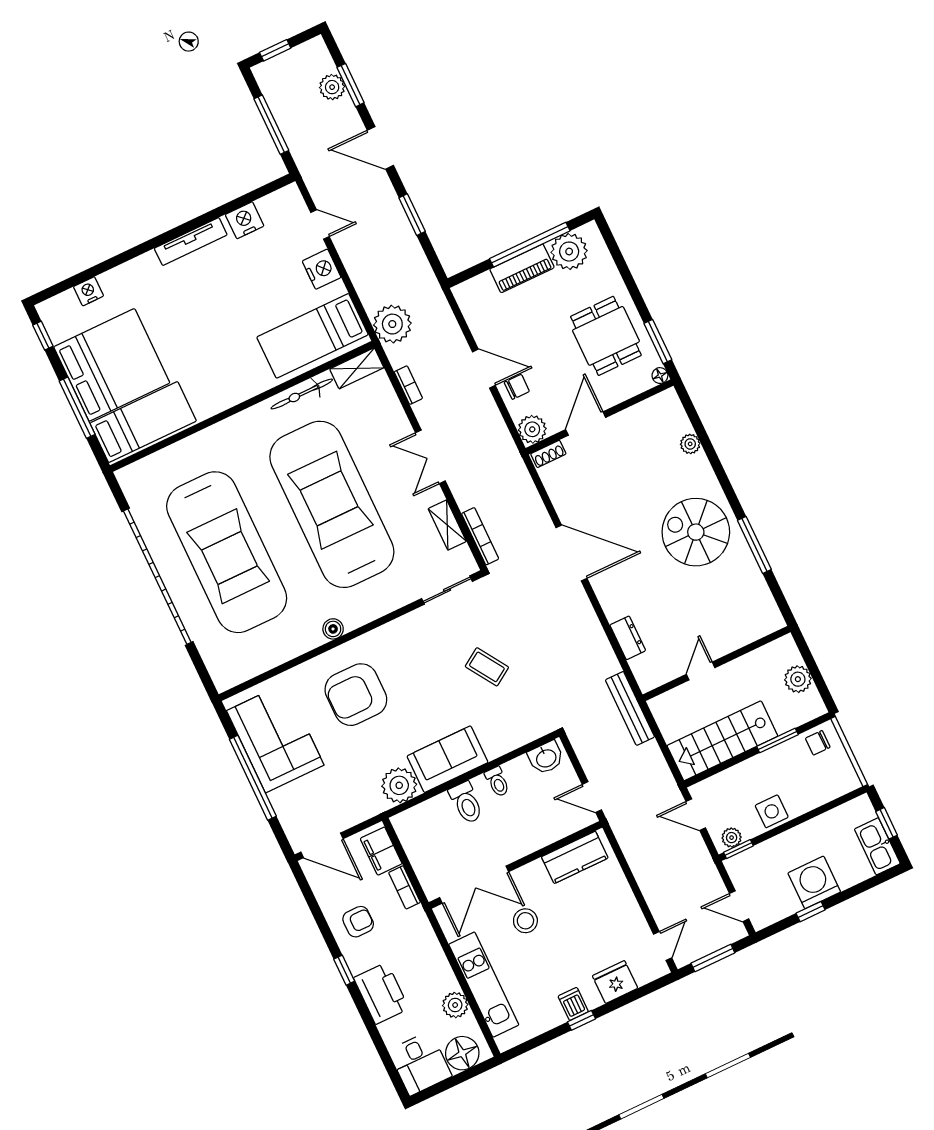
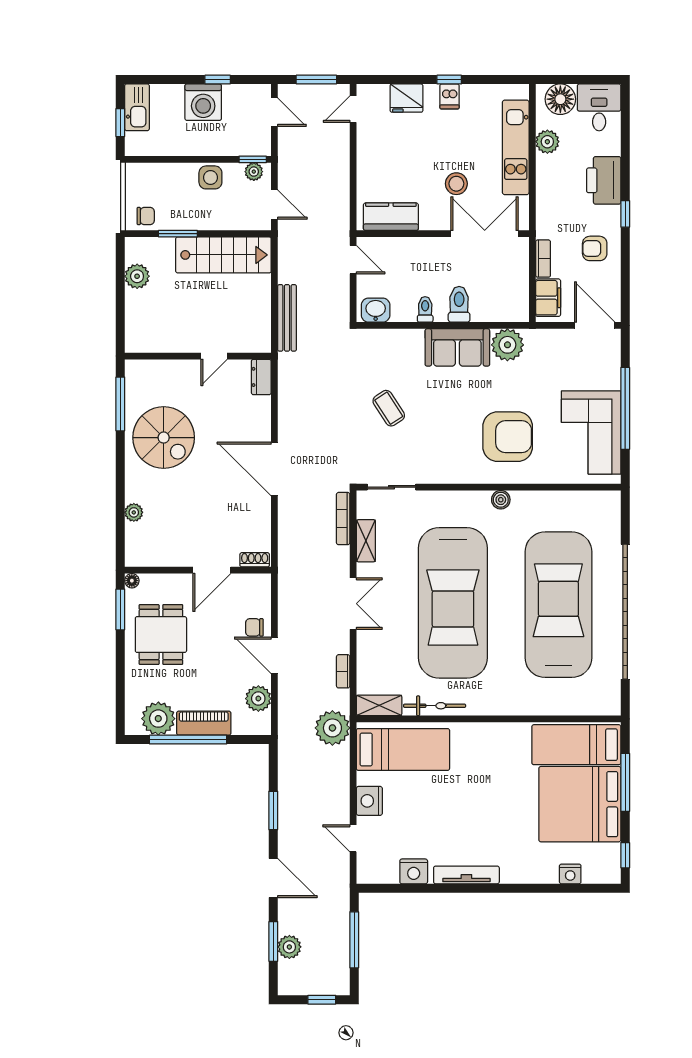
plant: (532, 429) -> (258, 699), moved
wall: (717, 663) -> (198, 356), moved
door: (701, 671) -> (214, 356), moved

